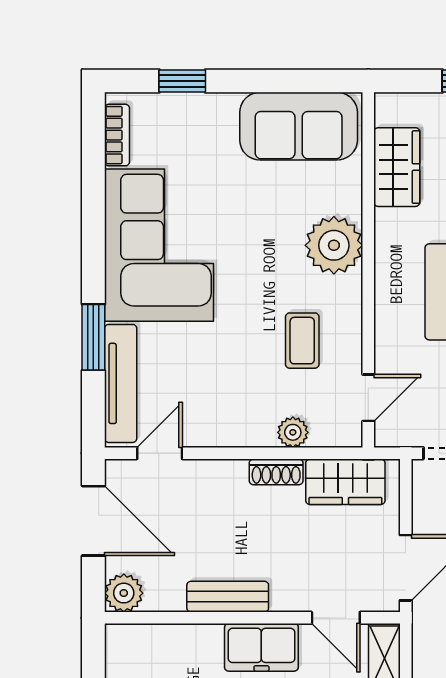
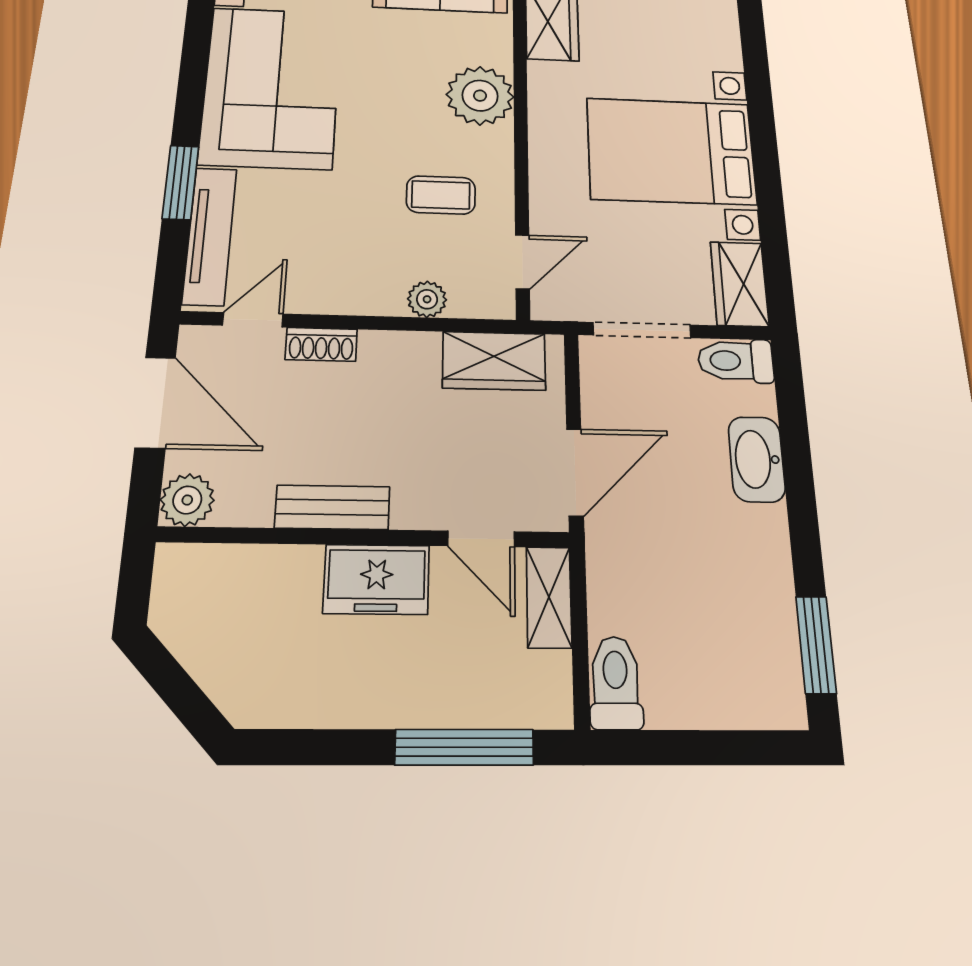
coffee table: (302, 341) -> (441, 195), turned 90
shoe rack: (276, 472) -> (321, 344), moved

